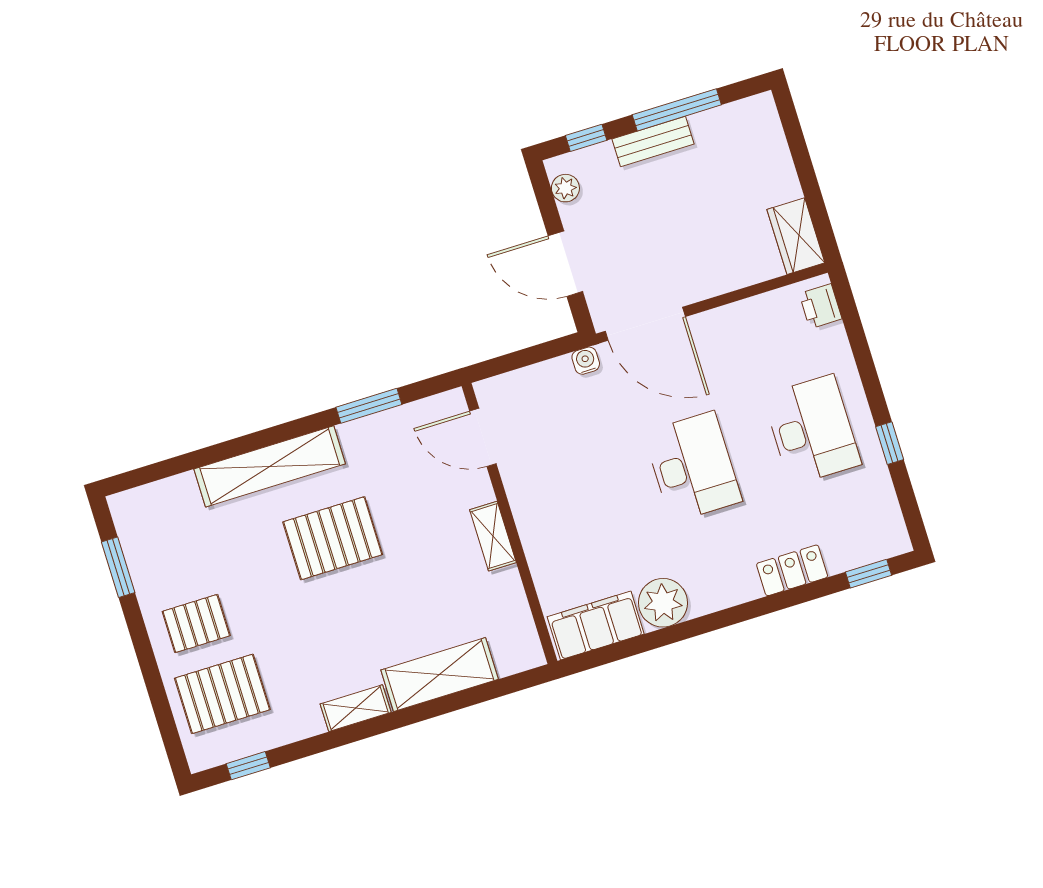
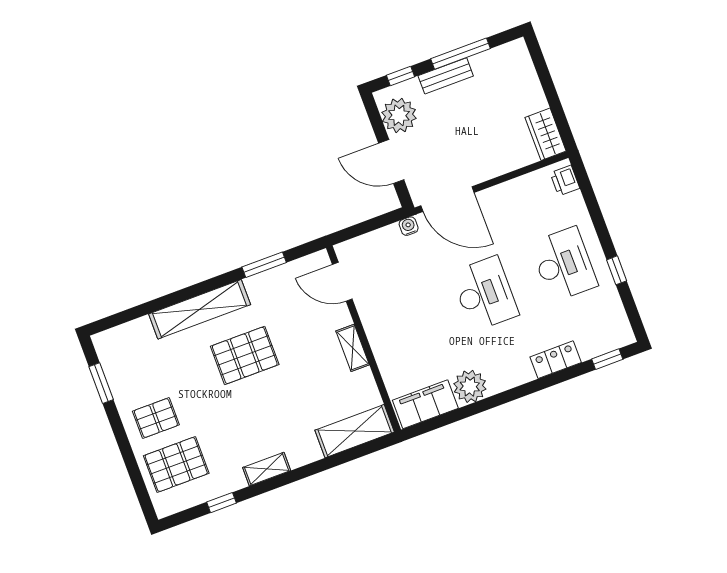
plant: (565, 188) -> (399, 115), width x1.88, depth x1.88
shelving: (440, 675) -> (355, 431), moved
window: (248, 766) -> (221, 503), moved

